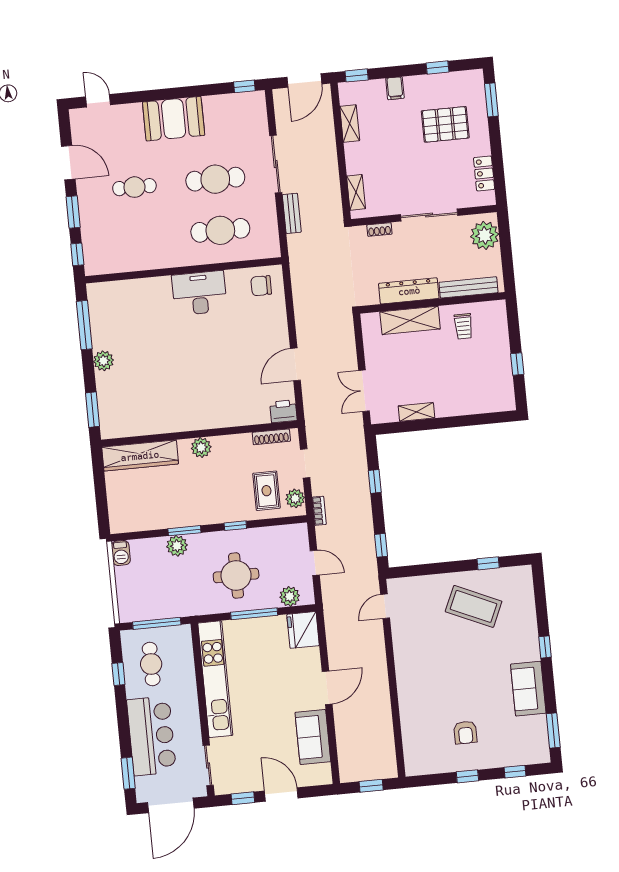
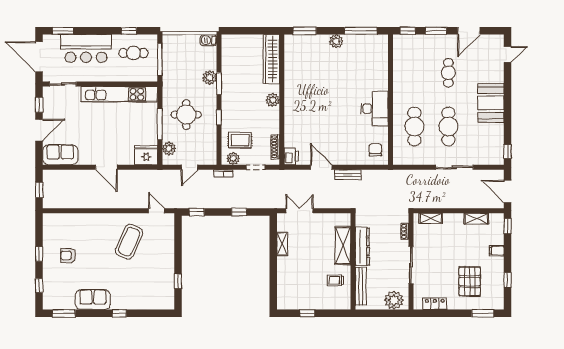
bench: (292, 213) -> (348, 175), moved
coffee table: (474, 606) -> (129, 242), moved
sofa: (313, 737) -> (60, 155), moved

